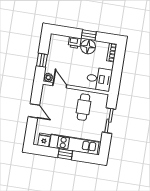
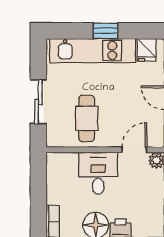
desk: (99, 79) -> (98, 173), moved, turned 90
door: (60, 85) -> (134, 150), swing flipped

